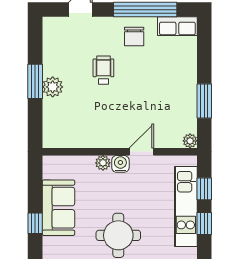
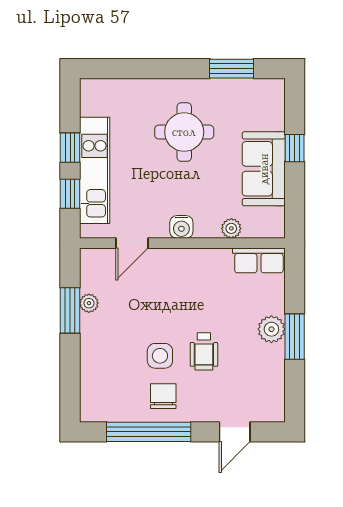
row of seats: (177, 26) -> (259, 260), moved, turned 180
side table: (137, 67) -> (160, 356), added
plant: (190, 141) -> (89, 303), moved
door: (141, 152) -> (132, 243), moved
plant: (103, 163) -> (231, 228), moved

